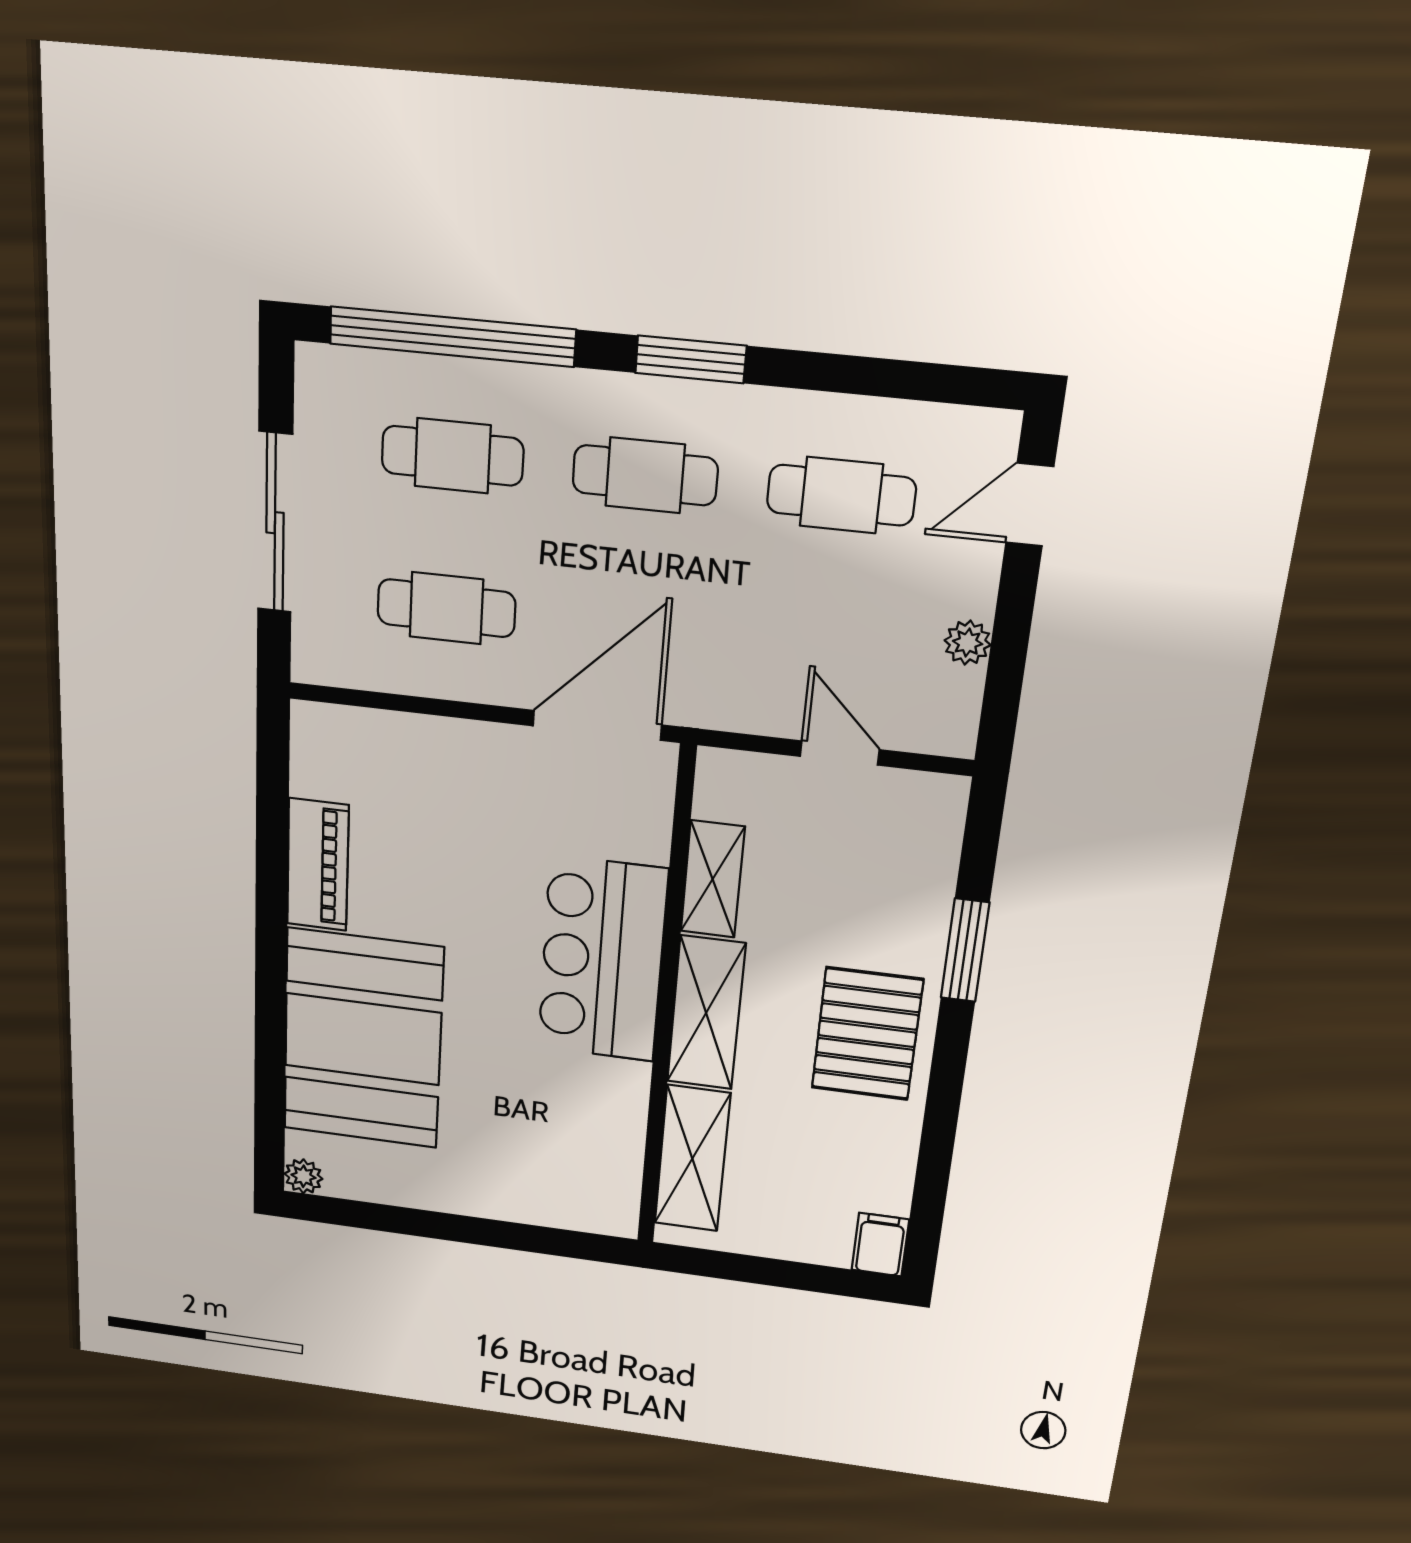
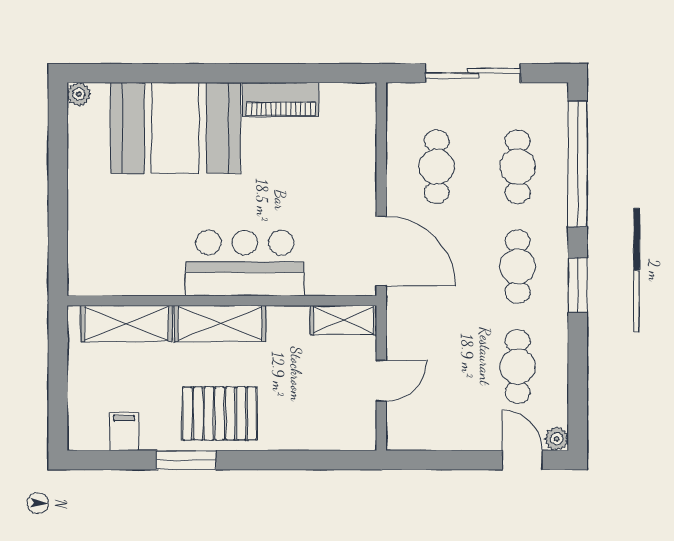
plant: (968, 643) -> (557, 439), moved
shelving: (713, 879) -> (343, 320), moved
window: (965, 950) -> (186, 460), moved
filing cabinet: (880, 1245) -> (124, 431), moved, turned -90

